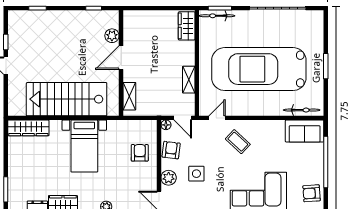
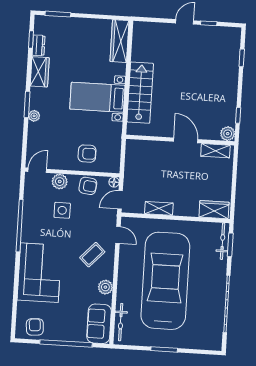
plant: (112, 36) -> (228, 134), moved
shelving: (129, 96) -> (215, 151), moved
stairs: (67, 99) -> (140, 93), width x0.73, depth x0.66
plant: (269, 127) -> (105, 287), added

